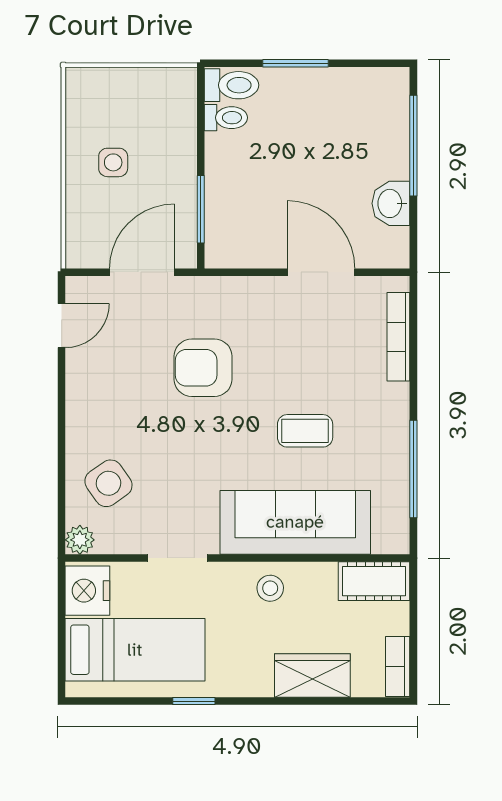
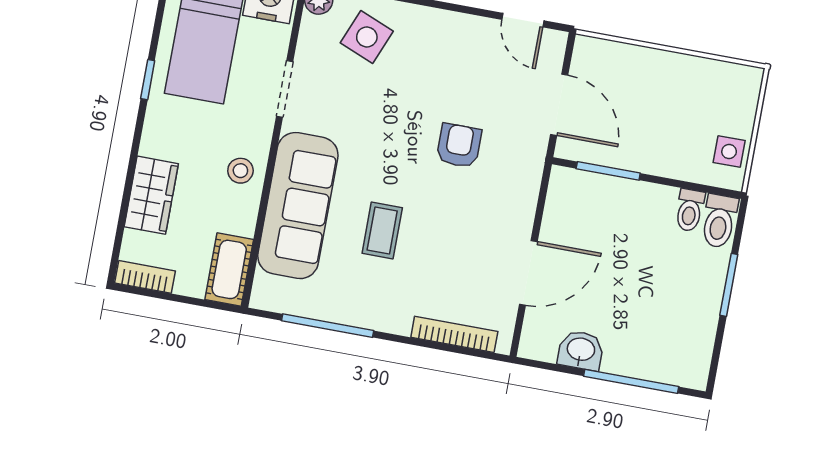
side table: (113, 162) -> (729, 151), moved
armchair: (203, 368) -> (459, 146), width x0.72, depth x0.72
side table: (108, 483) -> (367, 37), turned -33

